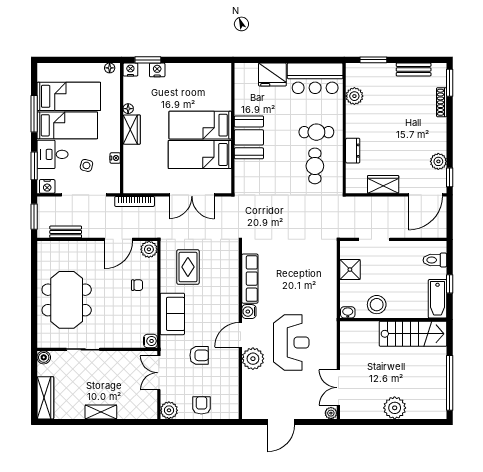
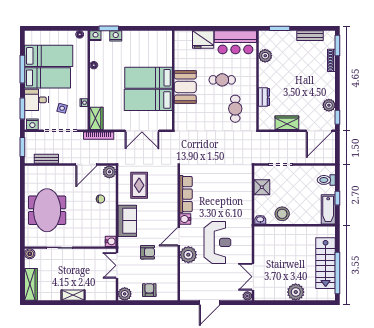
wardrobe: (132, 130) -> (96, 118), moved
cafe table: (316, 132) -> (222, 80), moved
stairs: (413, 334) -> (326, 263), moved, turned 90

